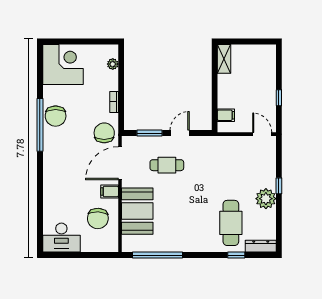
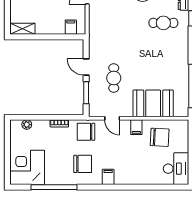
chair: (56, 116) -> (83, 164), moved
window: (40, 125) -> (54, 187), moved
filing cabinet: (52, 159) -> (108, 177), added
door: (120, 163) -> (112, 118), width x0.53
cafe table: (231, 223) -> (163, 23), width x0.73, depth x0.74

